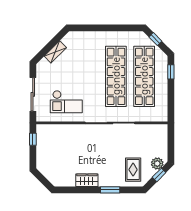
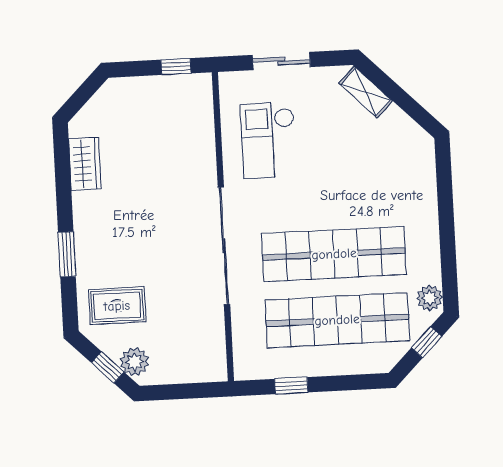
plant: (137, 37) -> (430, 298), added
shelving: (55, 52) -> (366, 92), moved
window: (171, 72) -> (291, 386), moved
sliding door: (33, 94) -> (281, 61), width x0.73
wardrobe: (87, 180) -> (85, 164), moved

